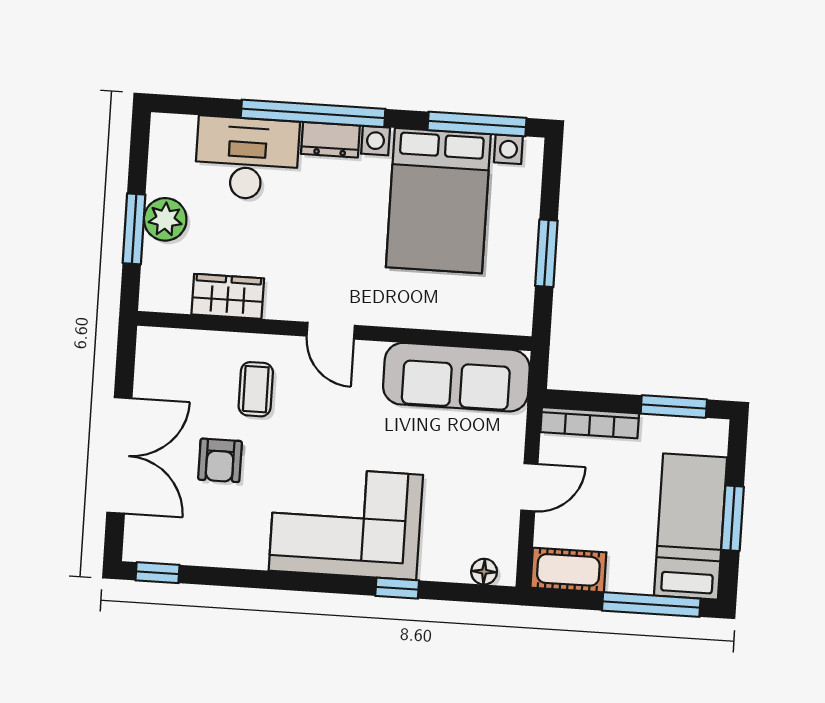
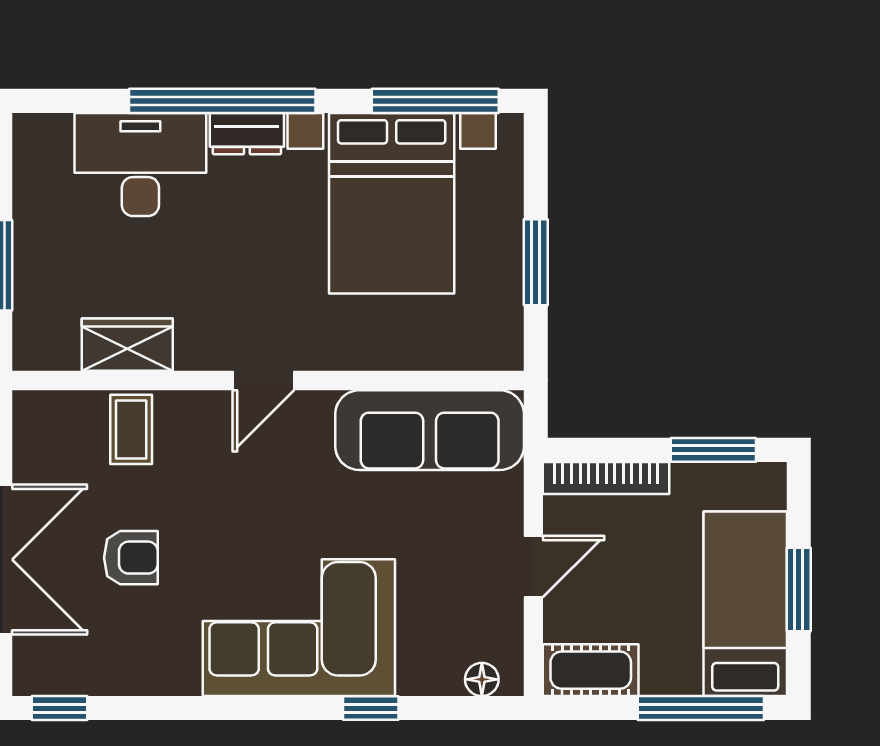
plant: (165, 219) -> (40, 250), removed
door: (331, 331) -> (263, 381), hinge flipped
coffee table: (256, 389) -> (131, 429), moved
armchair: (220, 460) -> (131, 558), turned -90

